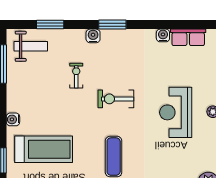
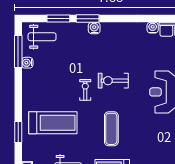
window: (112, 25) -> (88, 19), moved
exercise bike: (76, 76) -> (85, 90), moved
water cooler: (13, 119) -> (27, 63), moved

